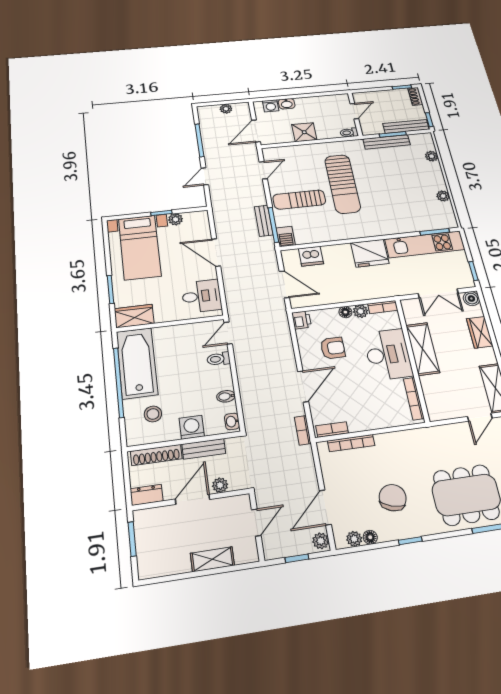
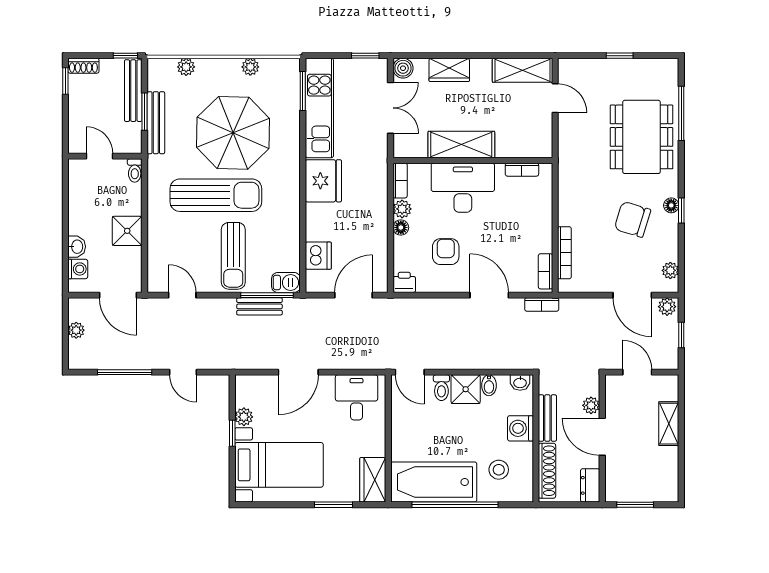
parasol: (391, 190) -> (233, 133), added
shower: (220, 378) -> (466, 389), added
bookcase: (414, 399) -> (522, 170), width x0.64
floor lamp: (370, 537) -> (671, 205), moved

